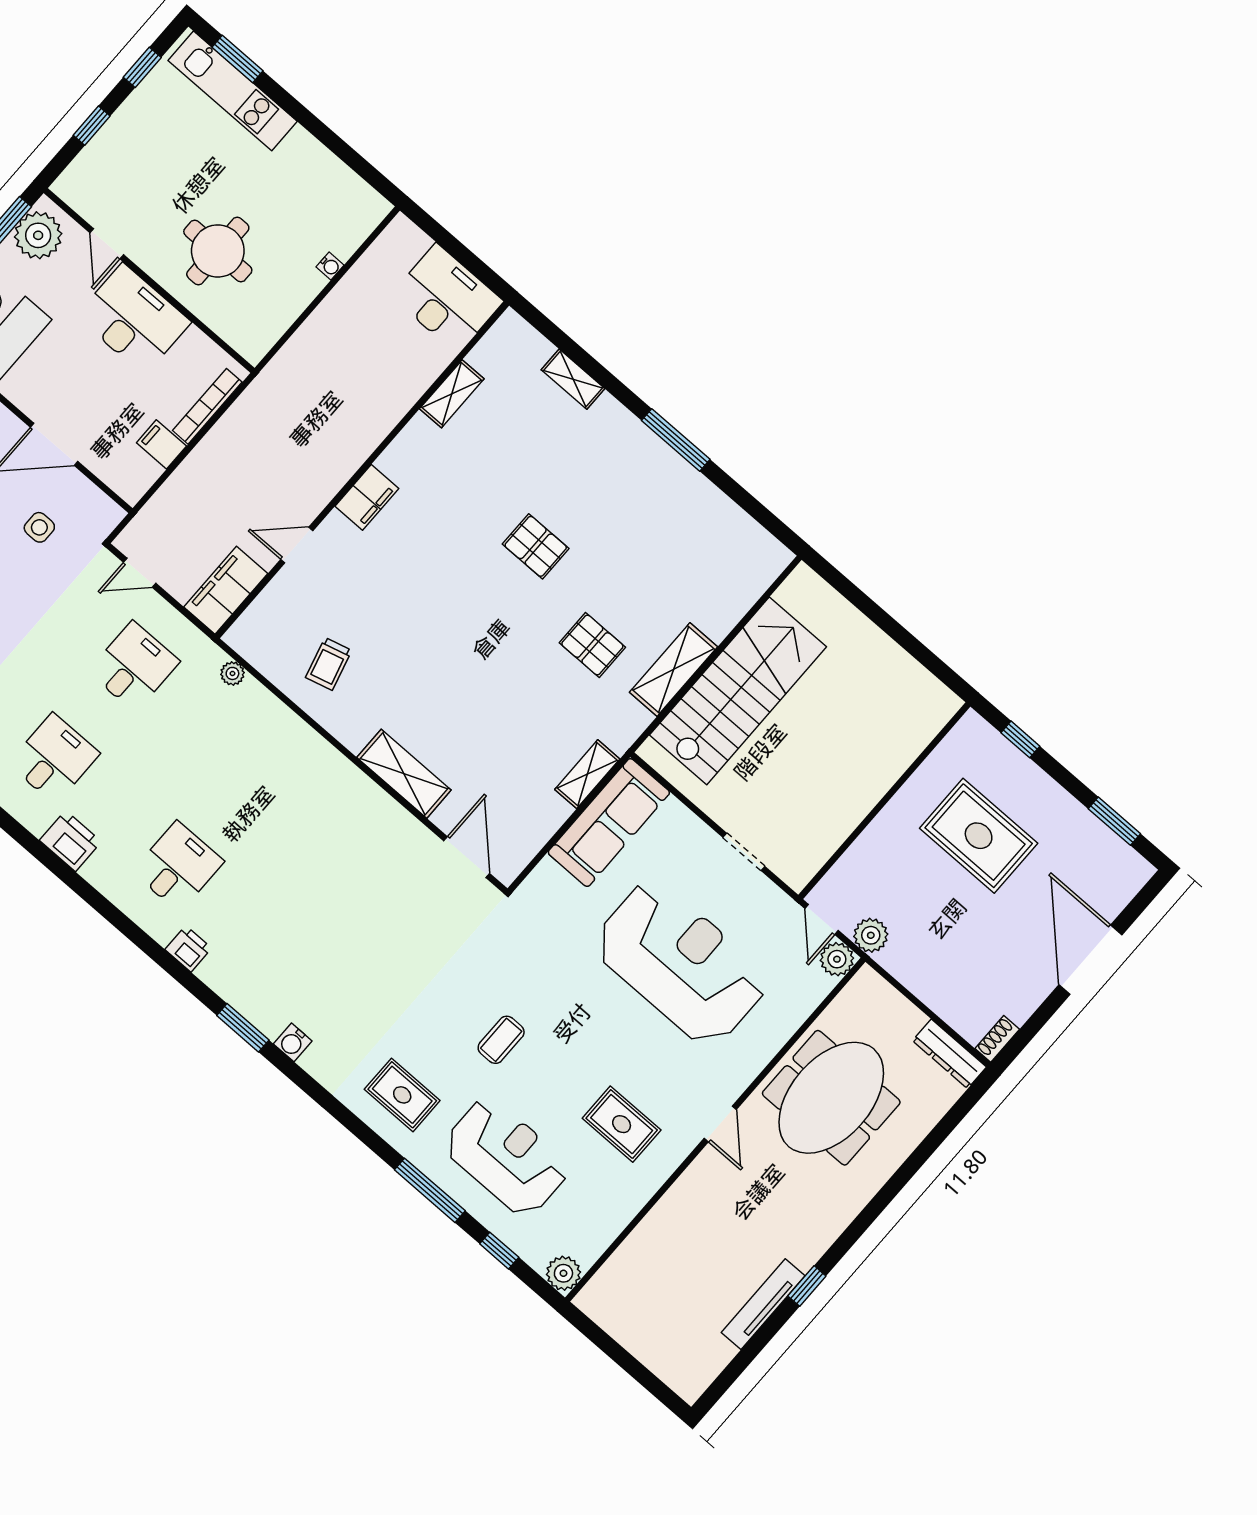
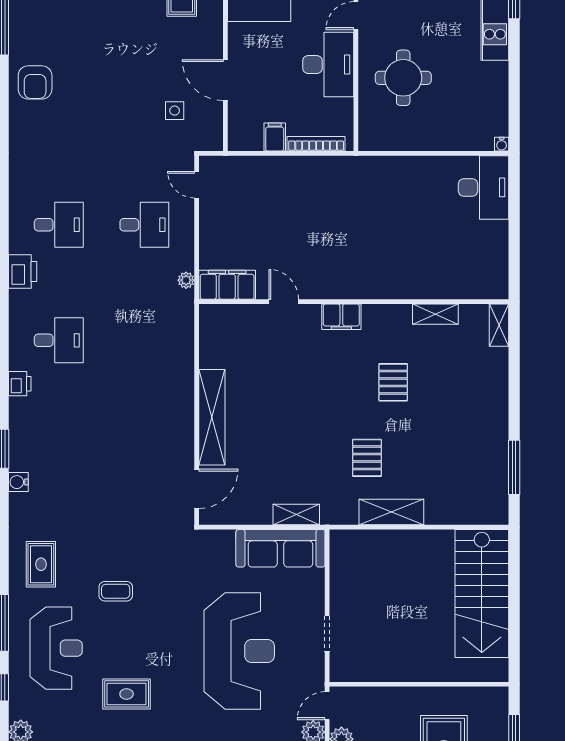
water cooler: (330, 266) -> (502, 144), moved
desk: (447, 299) -> (484, 187), moved
shelving: (452, 394) -> (435, 314), moved
window: (676, 440) -> (514, 467), moved
wall: (362, 470) -> (354, 302), moved
filing cabinet: (367, 497) -> (341, 317), moved
door: (297, 545) -> (284, 302), moved
filing cabinet: (226, 590) -> (227, 285), moved
trolley: (329, 664) -> (235, 327), removed
stairs: (738, 691) -> (482, 594), moved, turned 90
shelving: (404, 774) -> (212, 417), width x1.47
rug: (622, 1124) -> (127, 694), turned 90

